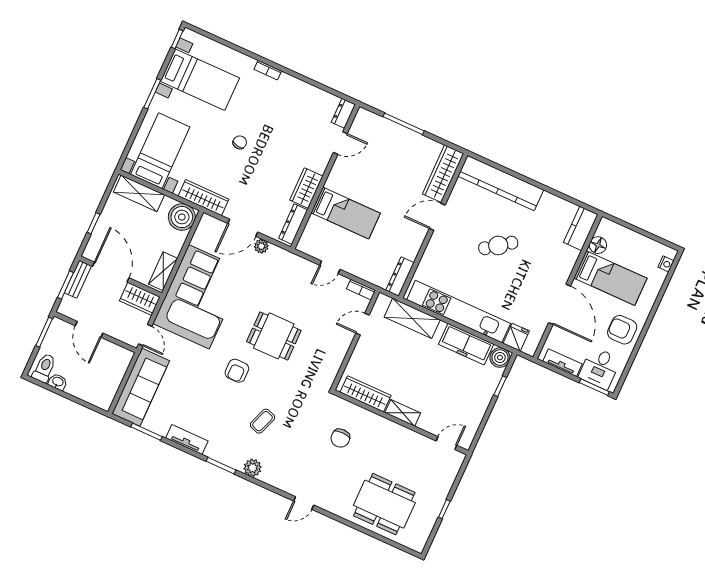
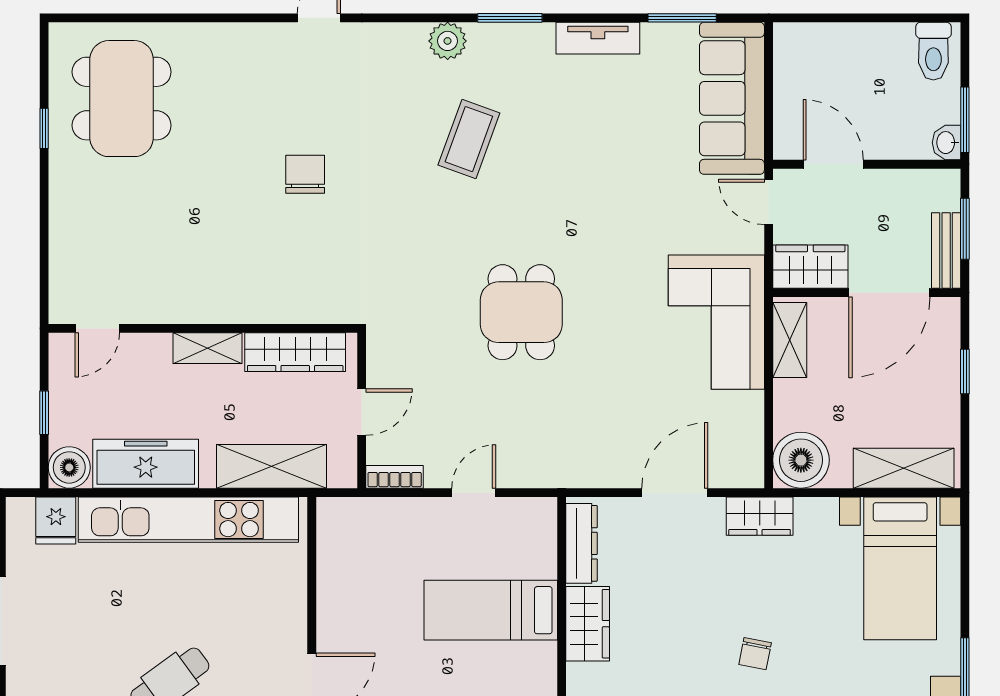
wardrobe: (204, 198) -> (760, 516), width x0.67
plant: (261, 246) -> (623, 473), removed
door: (111, 272) -> (889, 293), hinge flipped
dresser: (400, 276) -> (331, 536), removed
corner sofa: (199, 297) -> (716, 322), width x0.73, depth x0.74
door: (89, 329) -> (833, 164), moved
dining table: (274, 336) -> (521, 312), turned 90
armchair: (237, 371) -> (562, 213), removed
washbasin: (58, 382) -> (946, 143), moved, turned 90
wardrobe: (366, 394) -> (295, 352), moved
shelving: (403, 413) -> (208, 348), moved
coffee table: (263, 421) -> (469, 139), width x1.36, depth x1.30
wall: (401, 422) -> (203, 328), moved
door: (447, 443) -> (97, 328), moved
dining table: (384, 504) -> (122, 99), moved, turned 90

